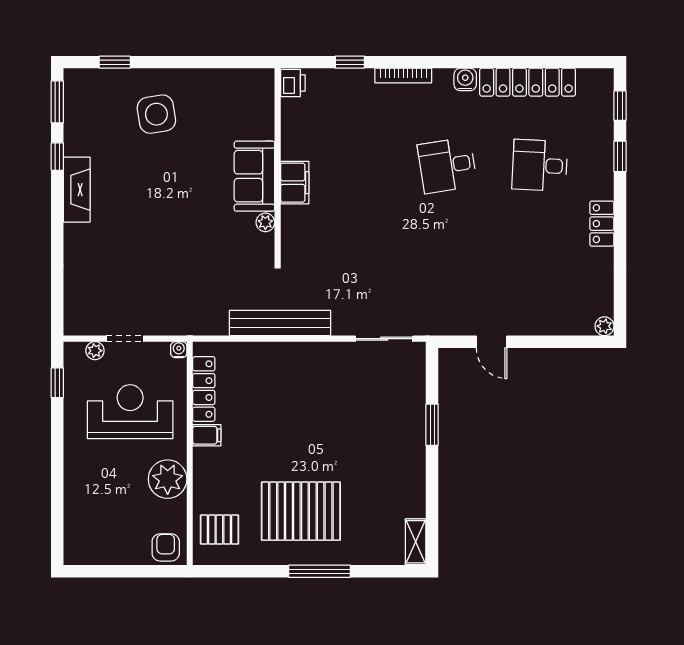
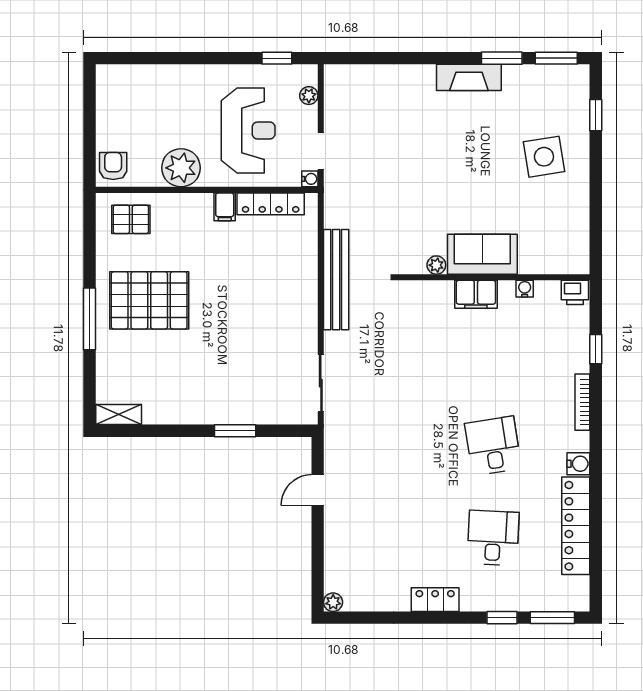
window: (620, 106) -> (552, 618), width x1.50
water cooler: (289, 134) -> (525, 289), added
window: (57, 157) -> (502, 58), width x1.50
doorway: (125, 339) -> (321, 151), moved
pallet: (301, 511) -> (149, 300), turned 90
pallet: (219, 530) -> (131, 219), turned 90
armchair: (166, 547) -> (113, 166), turned -90

